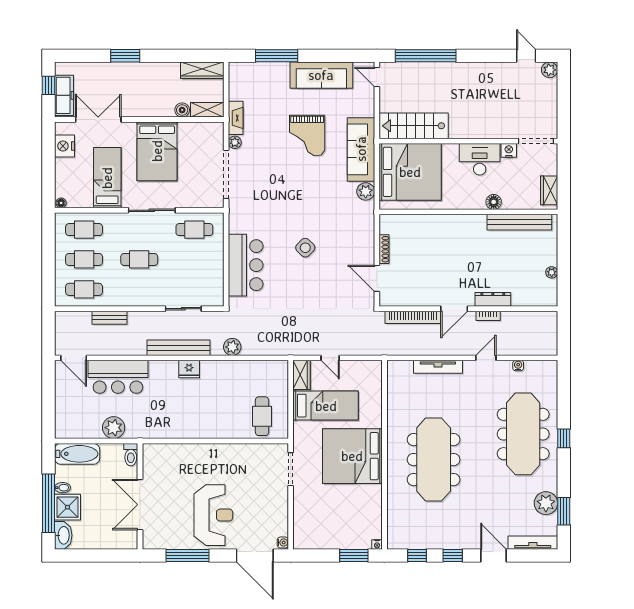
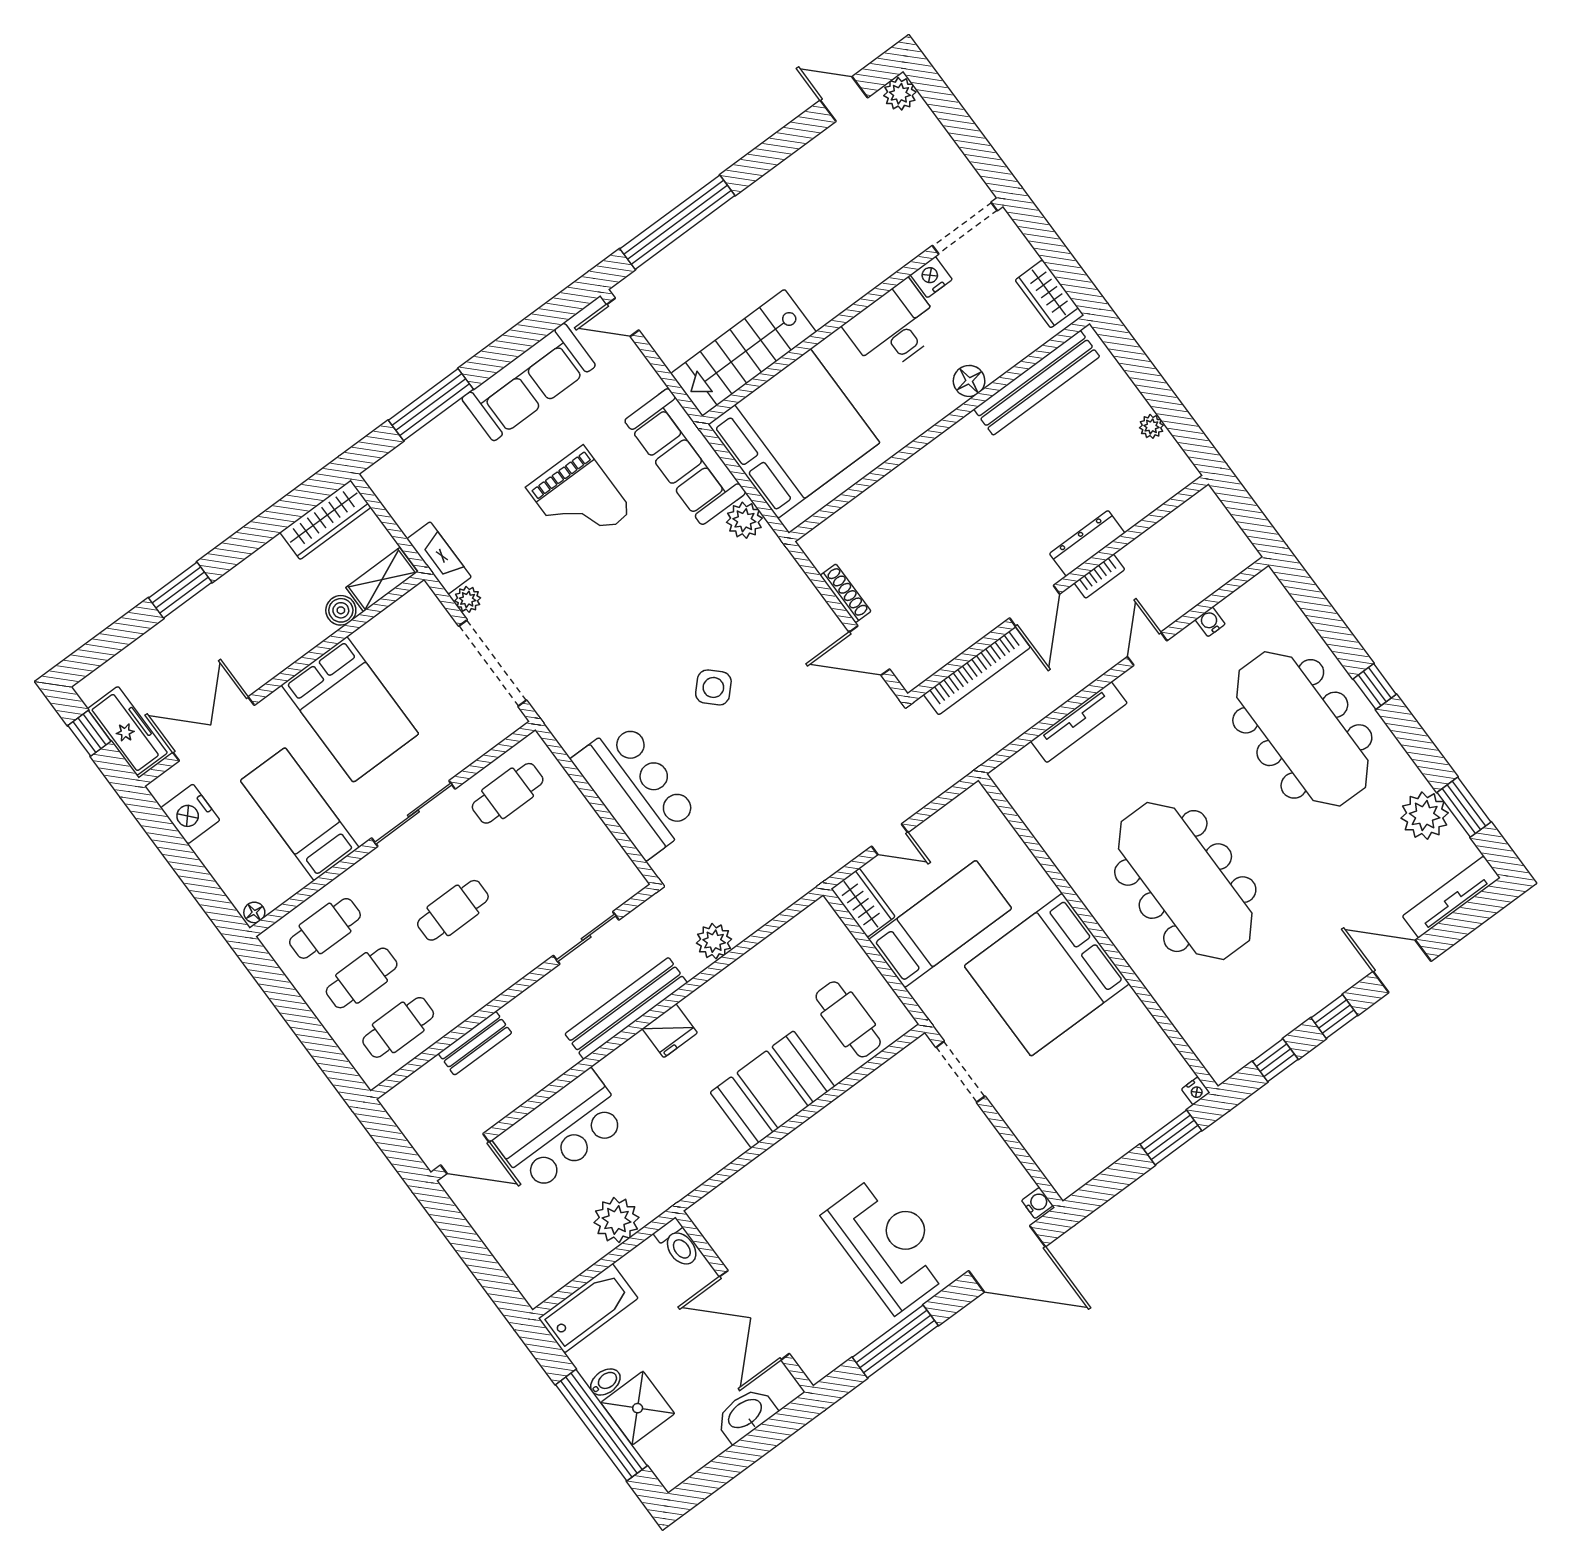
booth: (212, 422) -> (772, 1089), added
washbasin: (63, 535) -> (746, 1414), moved, turned -90

